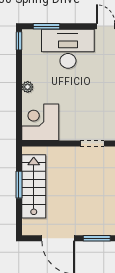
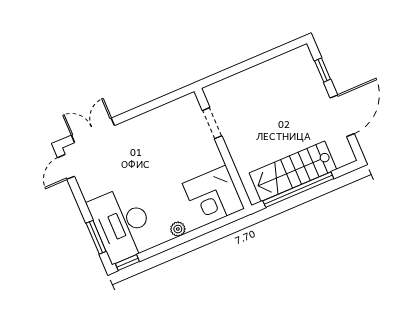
desk: (68, 49) -> (122, 224), moved
window: (19, 185) -> (298, 190), width x2.11
window: (97, 238) -> (323, 70), width x0.67

